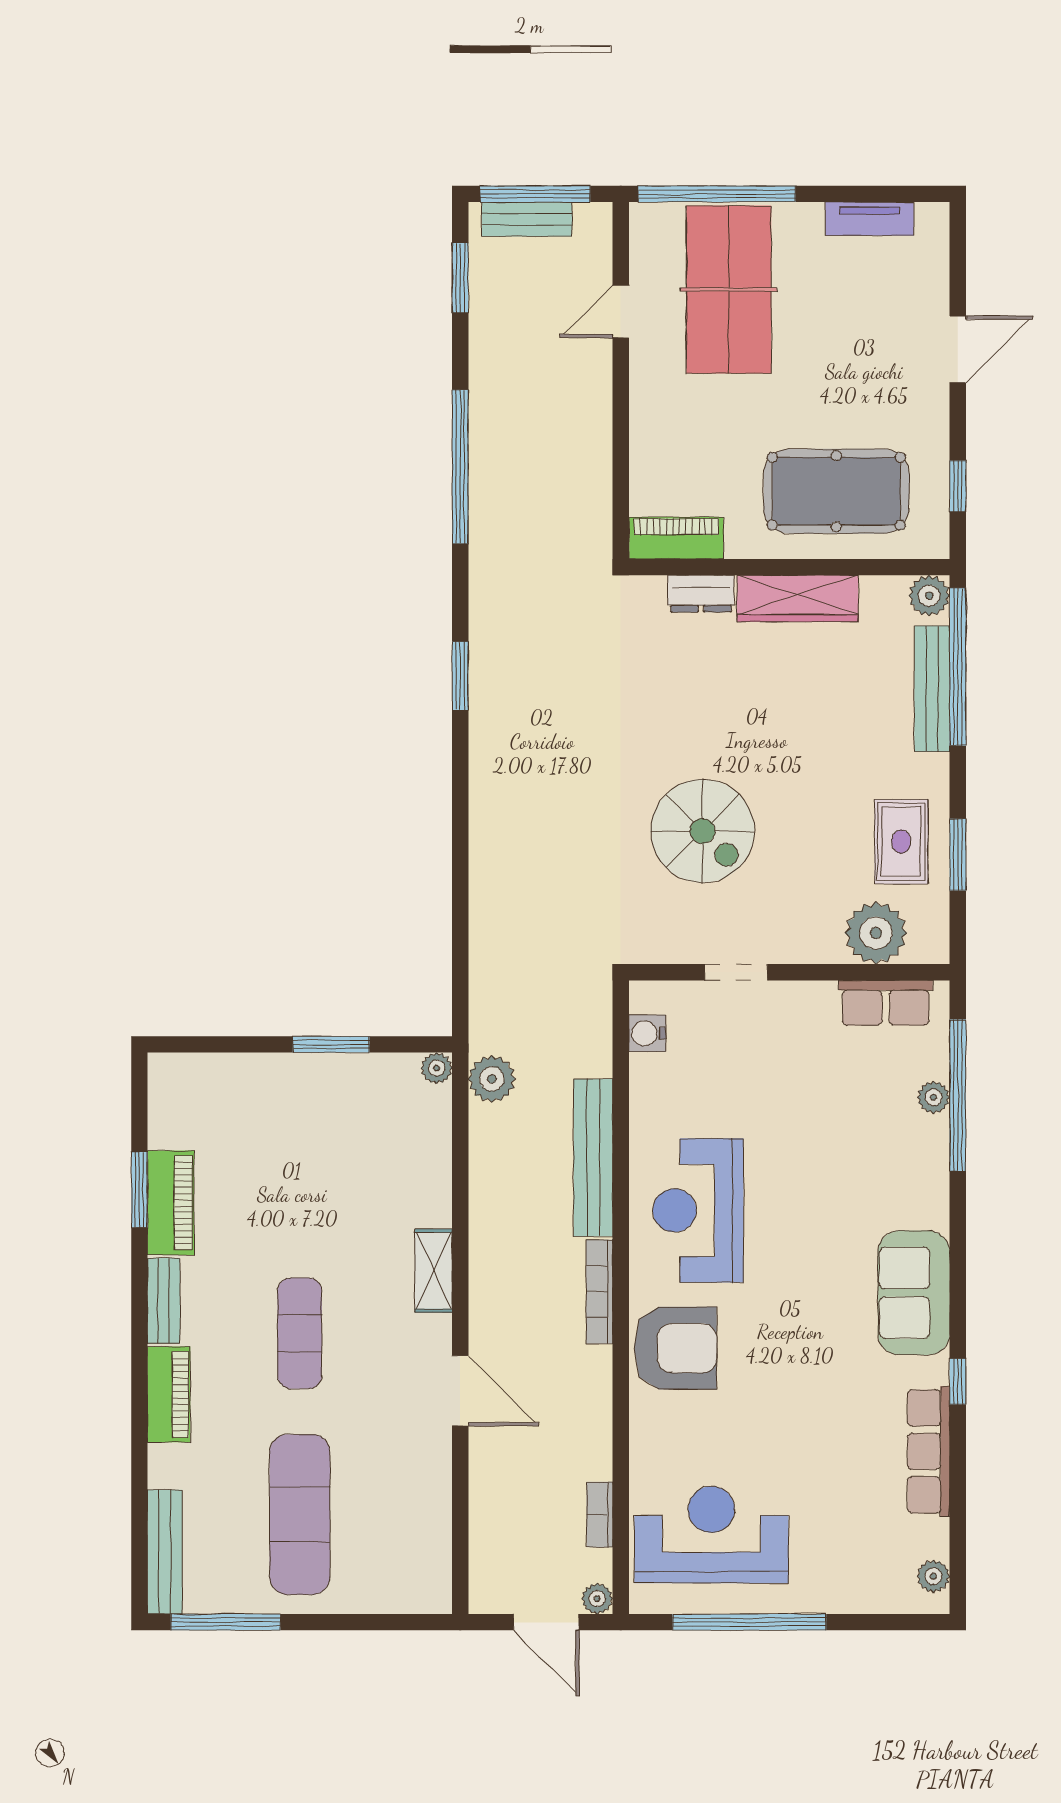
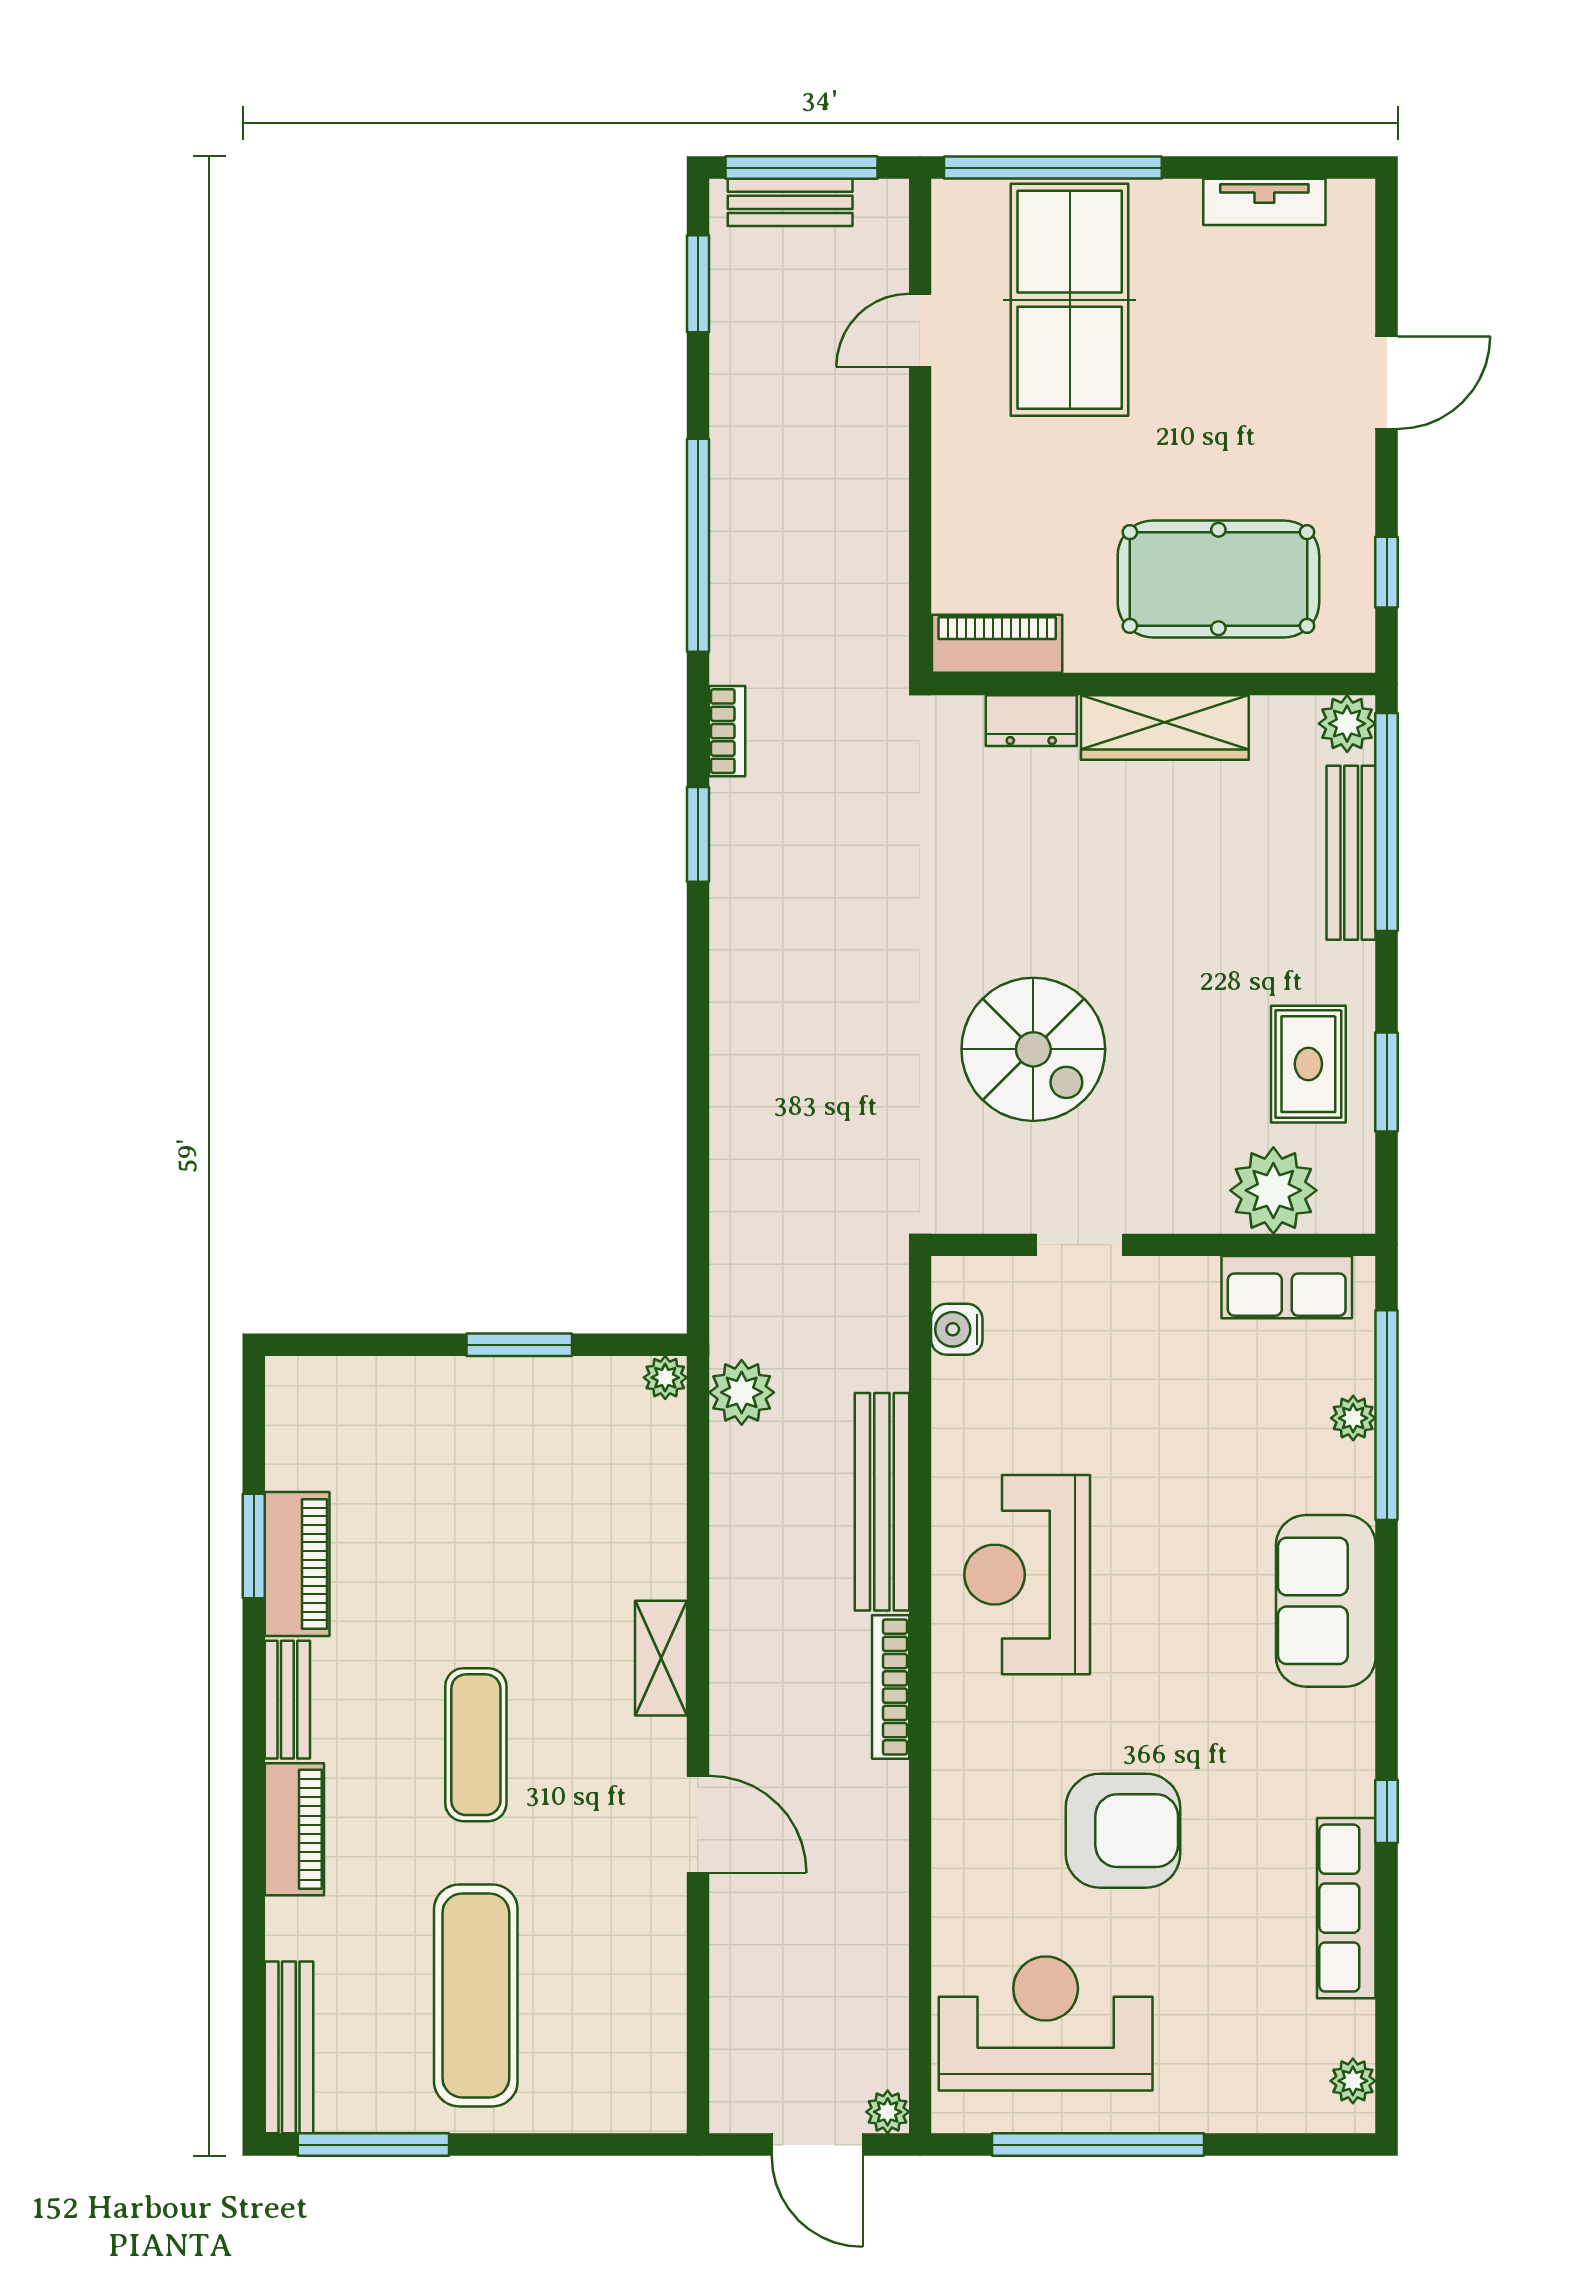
sofa: (914, 1293) -> (1326, 1601), moved
armchair: (675, 1348) -> (1123, 1831), moved
bookcase: (600, 1515) -> (727, 731), moved, turned 180

